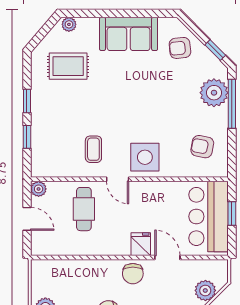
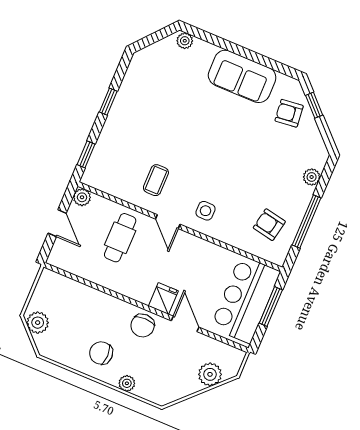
window: (215, 50) -> (314, 105), moved
rug: (68, 66) -> (166, 83), removed
plant: (214, 93) -> (312, 177), width x0.53, depth x0.53
window: (232, 104) -> (307, 221), moved
window: (27, 137) -> (86, 154), moved
side table: (145, 157) -> (206, 211), width x0.54, depth x0.54
window: (232, 214) -> (271, 307), width x1.50

